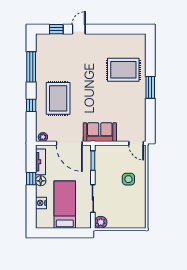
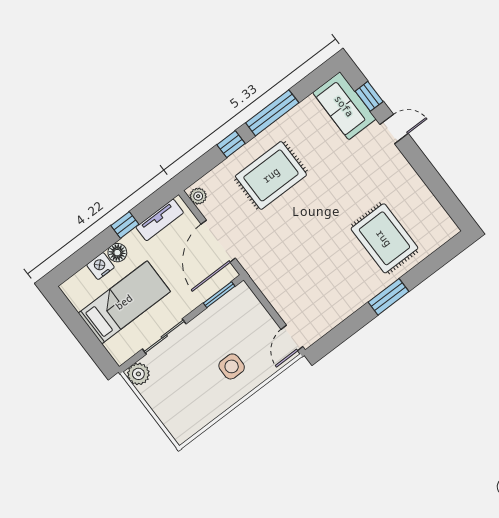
window: (31, 67) -> (272, 113), moved
sofa: (100, 132) -> (344, 106), moved, turned 180
floor lamp: (41, 181) -> (117, 253), moved

